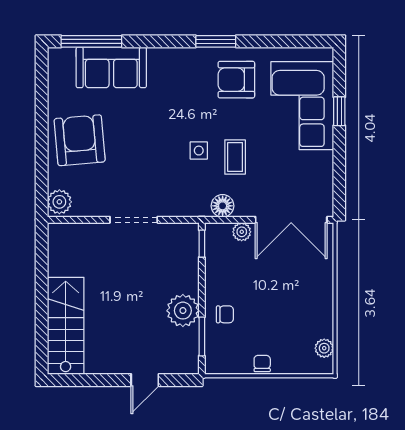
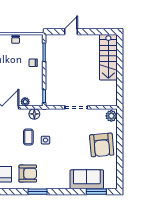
window: (91, 41) -> (96, 192), width x0.69
plant: (183, 311) -> (53, 65), removed

